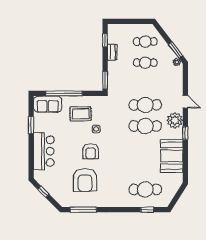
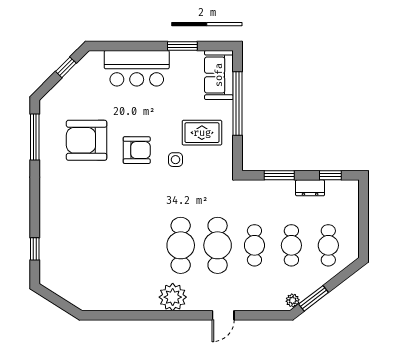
window: (105, 80) -> (279, 175), moved
rug: (81, 114) -> (202, 133), turned 90
plant: (175, 120) -> (173, 297), moved
window: (185, 133) -> (168, 315), removed
armchair: (91, 151) -> (137, 150), turned 180
booth: (172, 156) -> (128, 291), removed
cafe table: (145, 189) -> (254, 245), moved, width x0.73, depth x0.74

